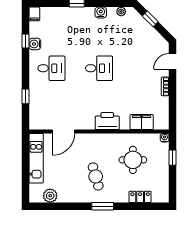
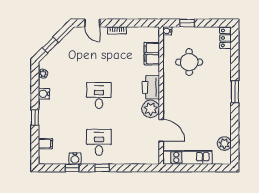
filing cabinet: (34, 14) -> (45, 144), moved
window: (25, 96) -> (102, 168), moved
plant: (85, 121) -> (151, 109), added
cafe table: (96, 176) -> (205, 99), removed
locker: (140, 197) -> (226, 38), moved

